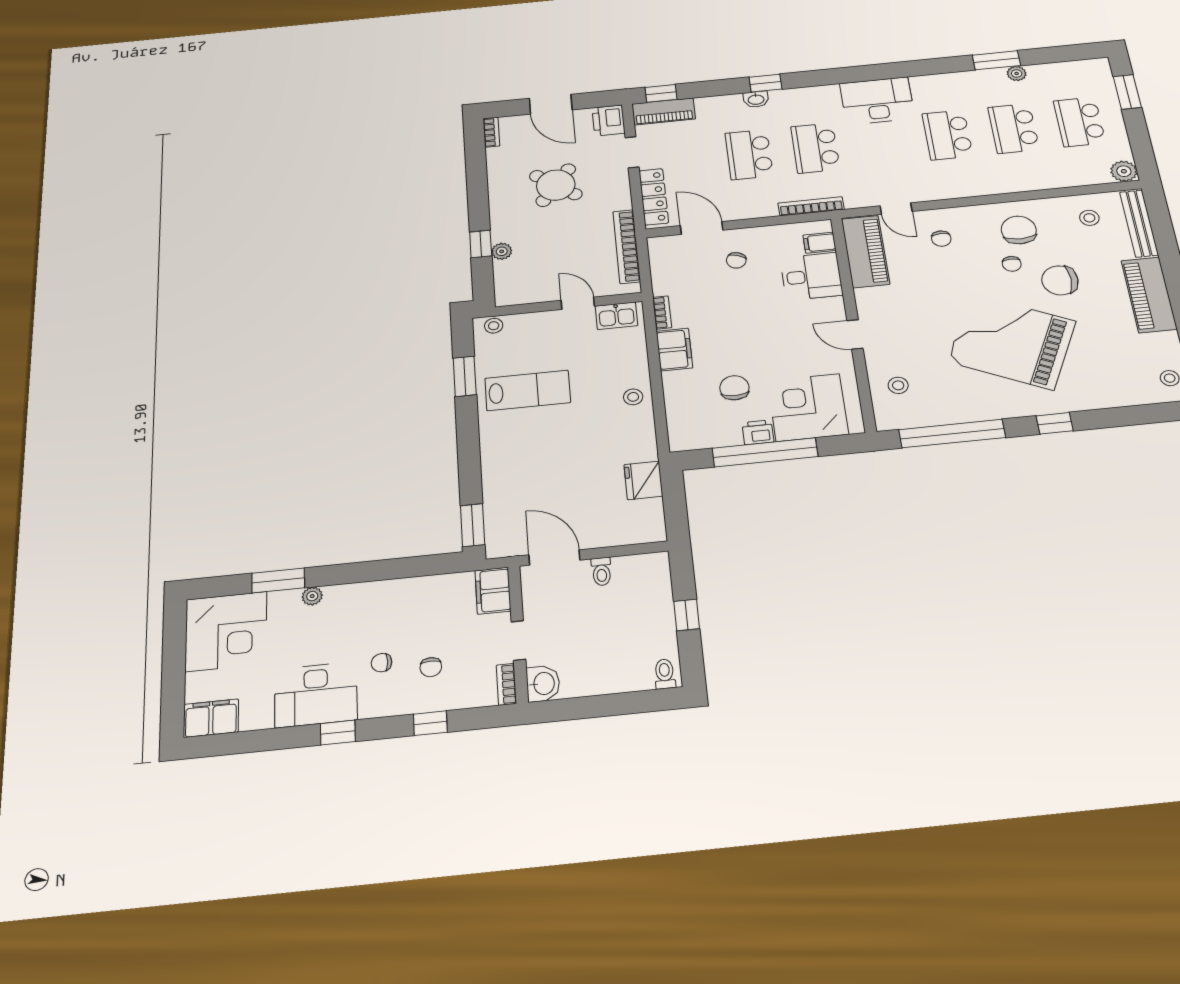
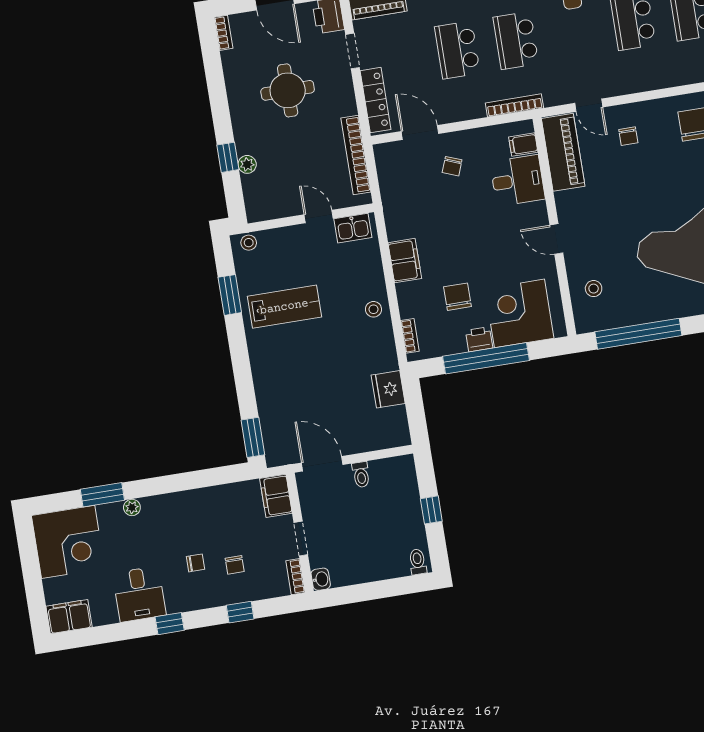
round table: (556, 185) -> (288, 90), turned -37
chair: (1012, 264) -> (689, 161), removed
bookcase: (662, 313) -> (410, 336), moved
chair: (381, 663) -> (195, 563), turned 180
washbasin: (543, 684) -> (321, 579), width x0.72, depth x0.69
desk: (316, 695) -> (139, 594), width x0.73

